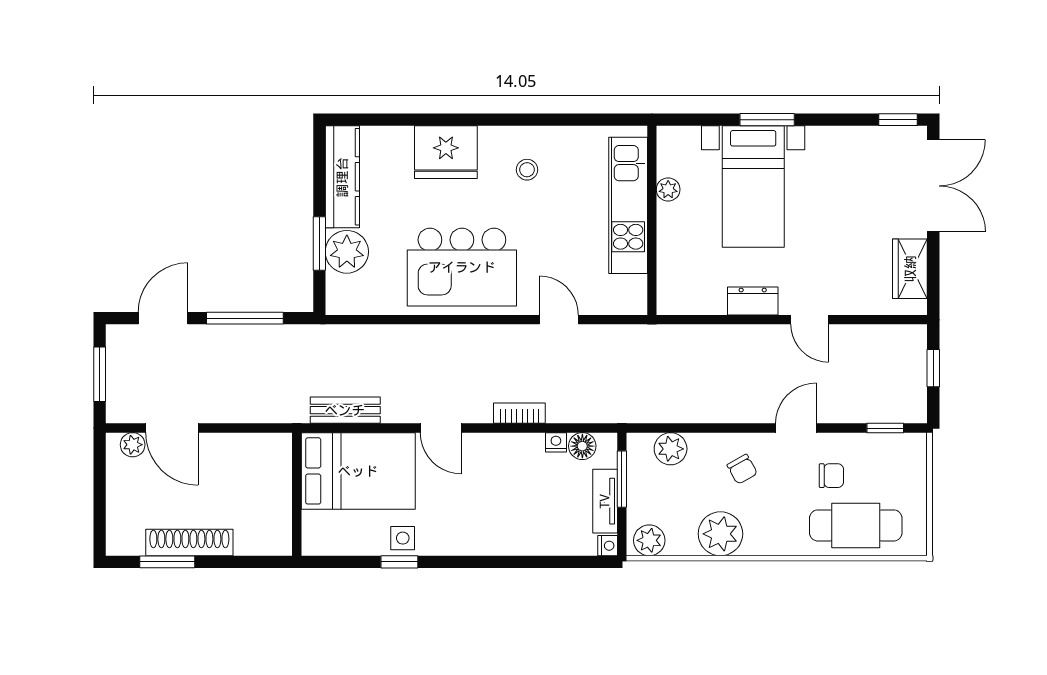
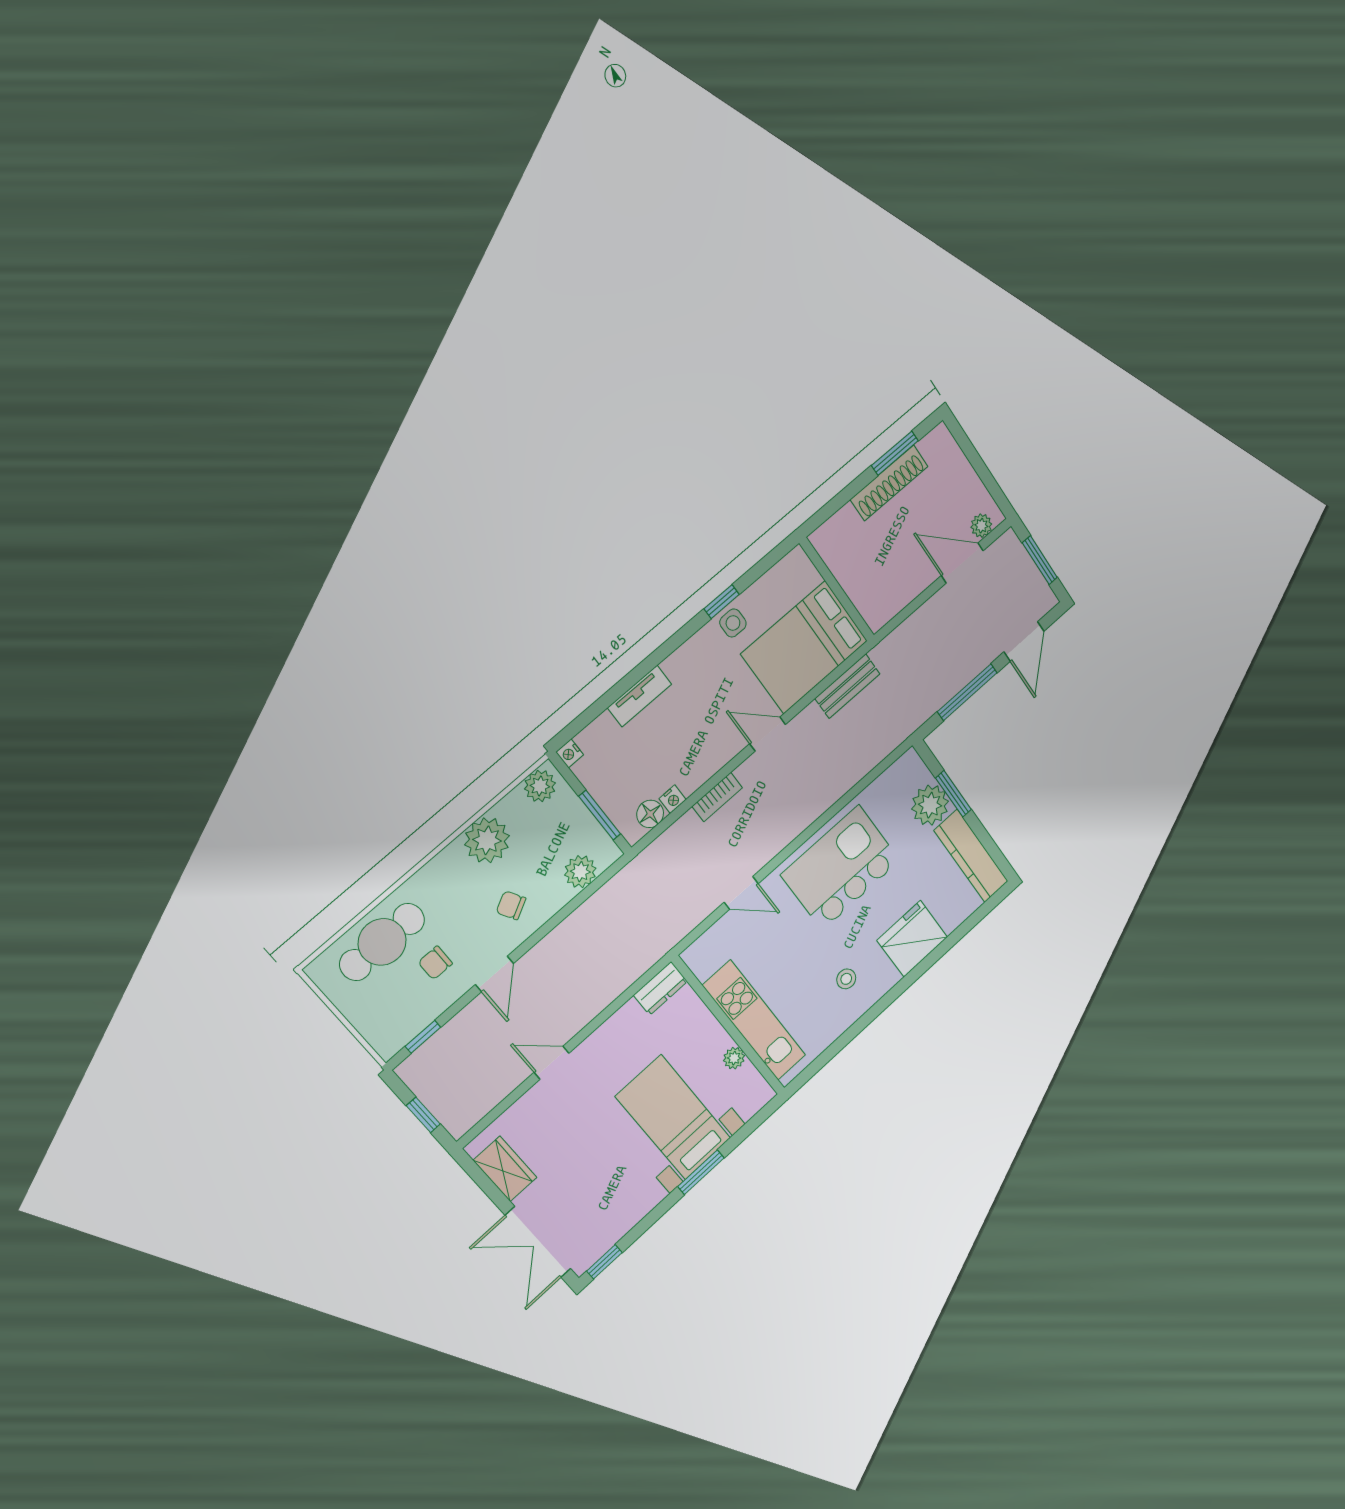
dresser: (753, 301) -> (660, 988), moved
tv unit: (605, 501) -> (639, 696), moved, turned 90

